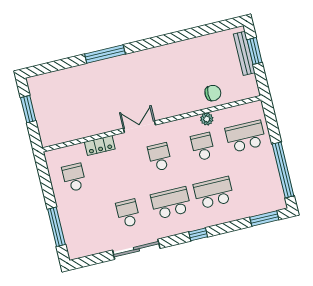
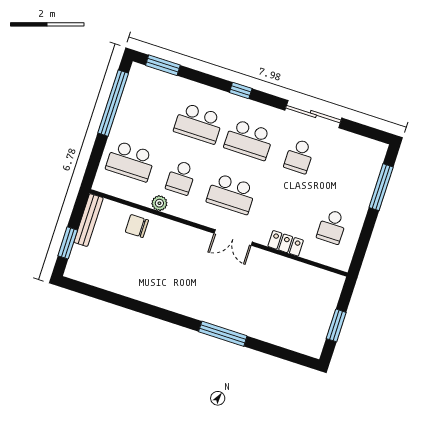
bench: (244, 53) -> (89, 220), moved
school desk: (160, 157) -> (231, 194), width x1.85

